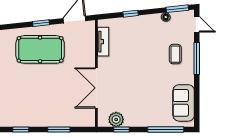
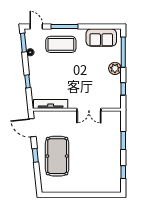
door: (197, 24) -> (36, 27), hinge flipped
tv unit: (103, 42) -> (51, 104), width x1.41
coffee table: (175, 54) -> (61, 44), width x1.86, depth x1.72
double door: (96, 88) -> (89, 110), width x0.73
plant: (116, 119) -> (115, 68), moved

